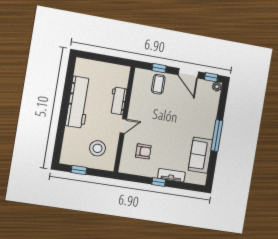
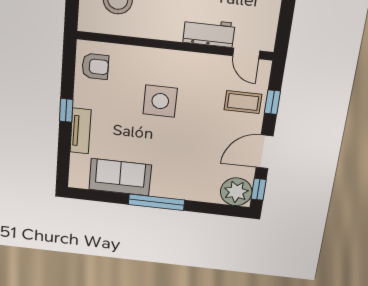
plant: (217, 87) -> (236, 192), width x1.88, depth x1.88
door: (123, 126) -> (246, 53), moved
side table: (156, 129) -> (160, 101), added
armchair: (143, 151) -> (95, 66), moved, turned -90

